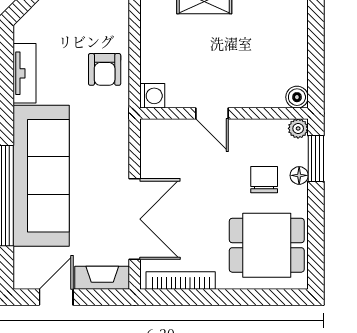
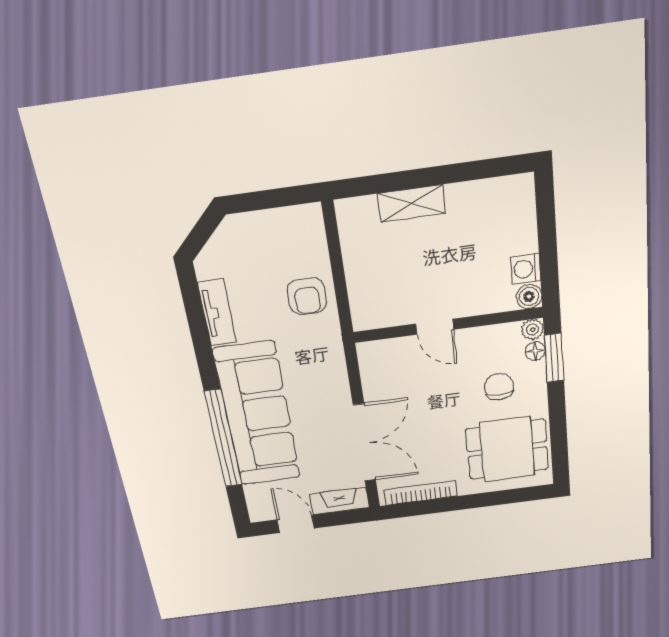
washing machine: (152, 96) -> (526, 269), moved, turned 180
floor lamp: (299, 175) -> (535, 351), moved
door: (56, 297) -> (296, 524), hinge flipped

